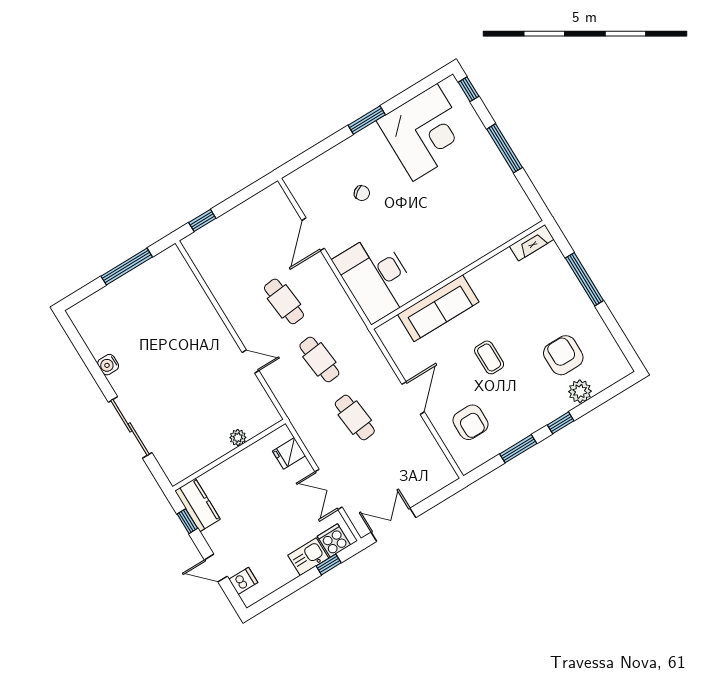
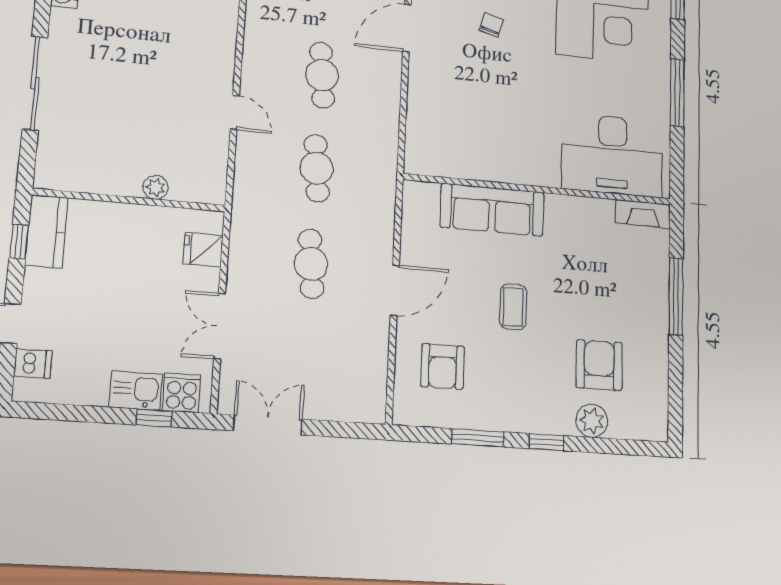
chair: (362, 193) -> (491, 25), turned -129
desk: (376, 277) -> (612, 155), moved, turned -90

